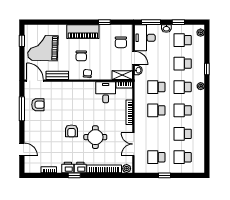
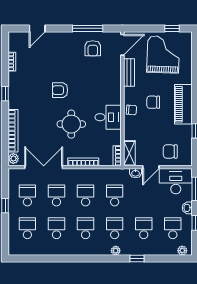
desk: (106, 92) -> (108, 117), moved
school desk: (156, 134) -> (56, 195), added
round table: (95, 137) -> (71, 124), moved
double door: (133, 144) -> (44, 167), width x1.37
printer: (68, 167) -> (15, 85), removed
printer: (80, 167) -> (15, 101), removed

